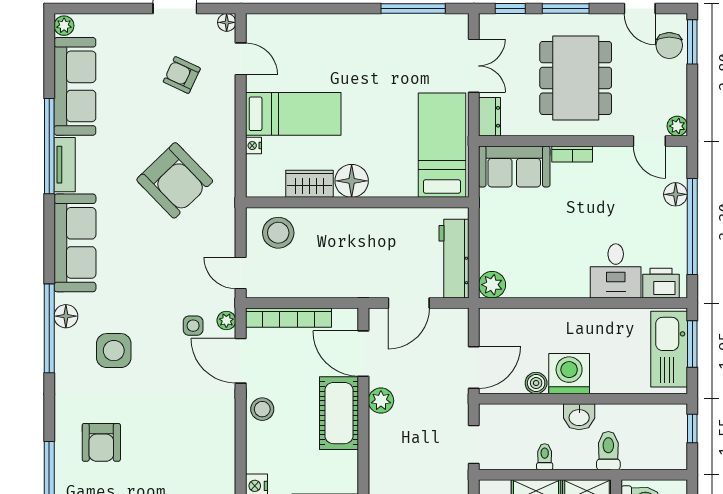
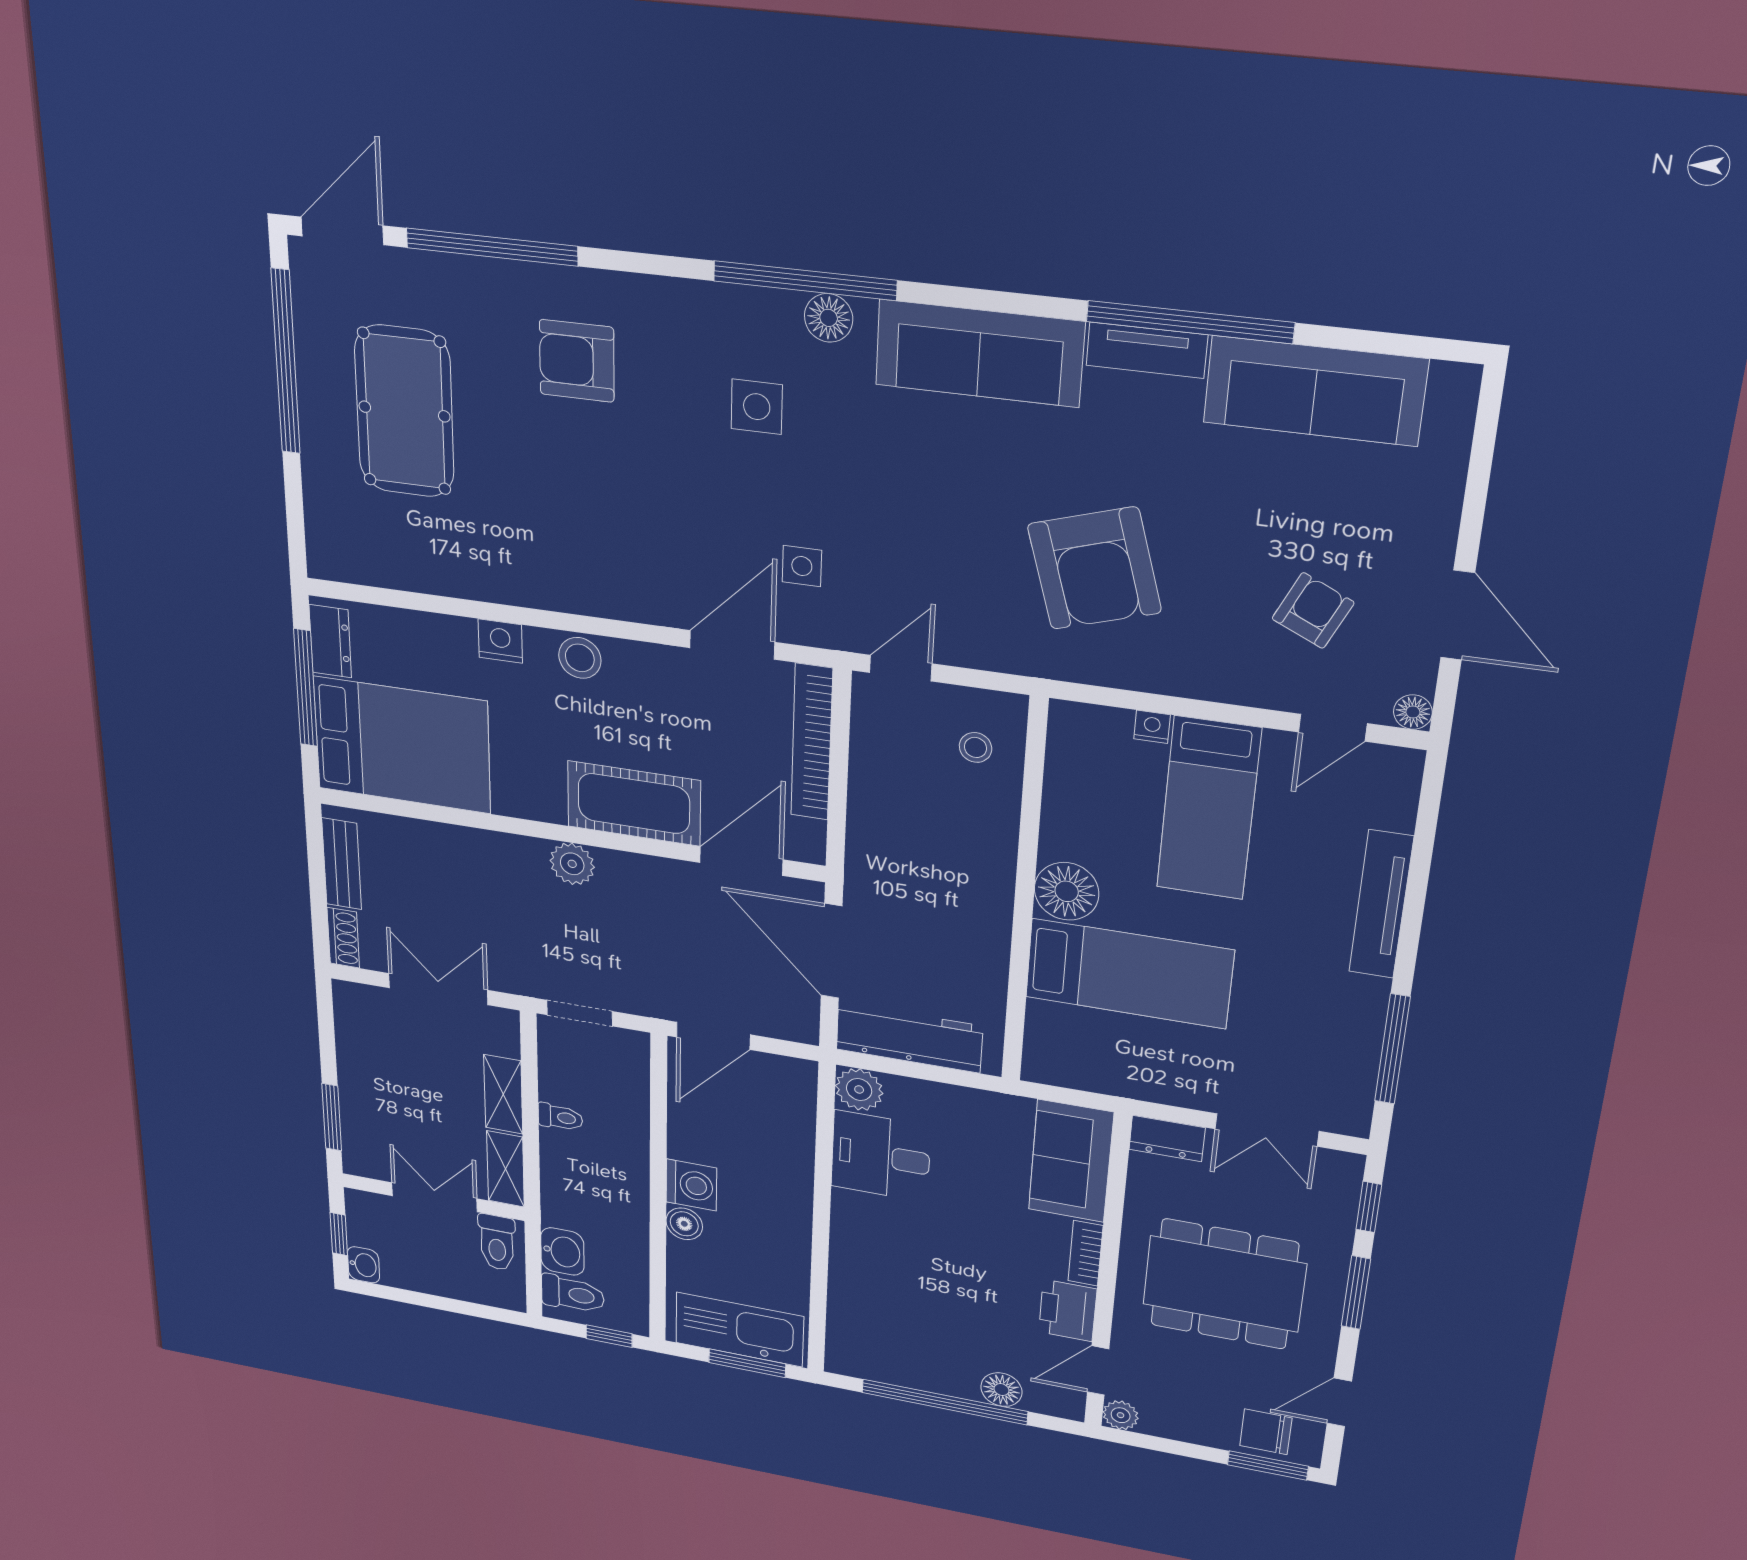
tv unit: (332, 24) -> (1381, 905), added
plant: (64, 26) -> (1453, 383), removed
bed: (442, 145) -> (1129, 974), moved
armchair: (175, 180) -> (1094, 568), turned -63
wardrobe: (309, 184) -> (1067, 817), removed
stool: (278, 233) -> (976, 747), width x0.53, depth x0.53
desk: (616, 271) -> (881, 1156), moved
printer: (661, 283) -> (1068, 1311), moved, turned 180
door: (409, 303) -> (832, 951), width x1.36
plant: (226, 321) -> (810, 629), removed
side table: (114, 351) -> (757, 407), width x0.73, depth x0.73
door: (474, 368) -> (713, 1036), hinge flipped
washing machine: (569, 374) -> (691, 1185), width x0.73, depth x0.73
boiler: (536, 383) -> (684, 1224), moved
plant: (381, 401) -> (572, 864), moved
stool: (262, 409) -> (580, 658), moved
washbasin: (579, 417) -> (562, 1251), moved, turned 180
toilet: (608, 451) -> (573, 1294), moved

